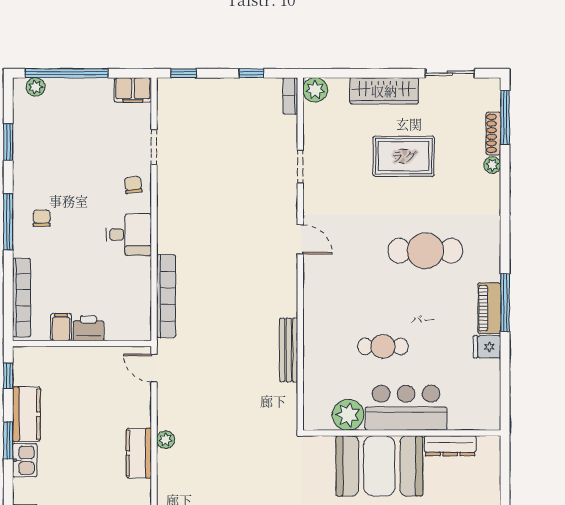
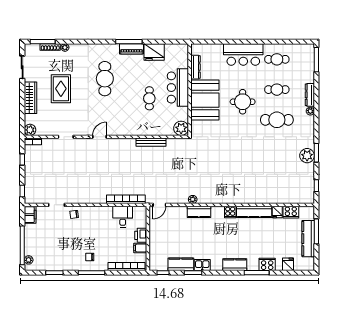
desk: (129, 235) -> (123, 217), moved
fridge: (487, 347) -> (154, 52), width x1.88, depth x1.34
plant: (348, 415) -> (181, 128), moved

